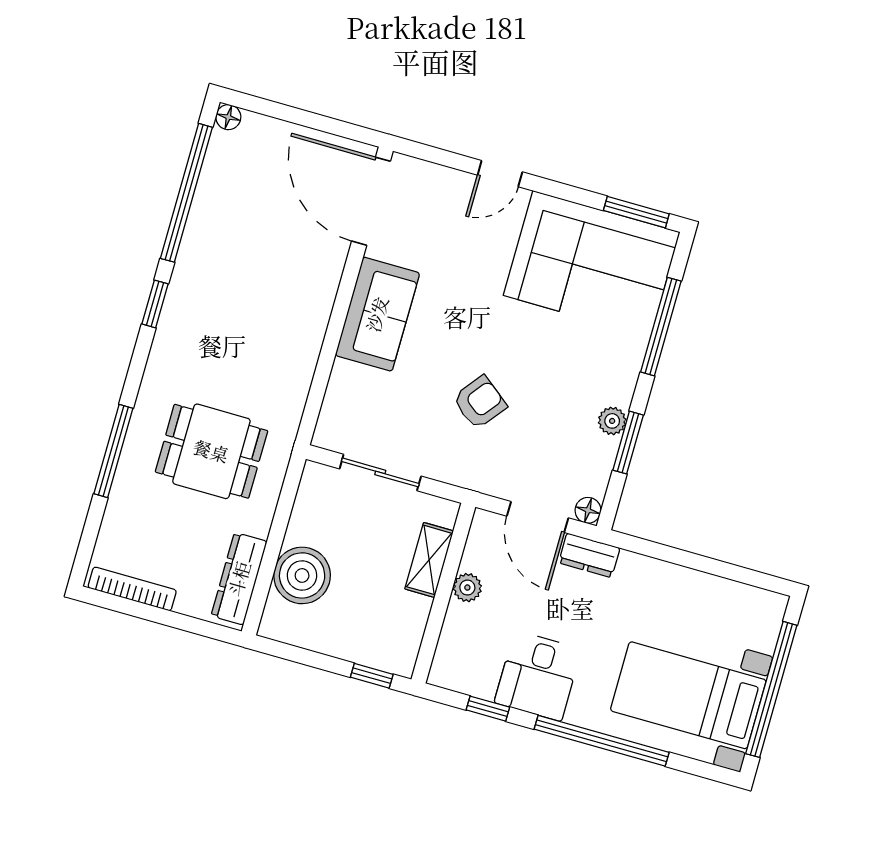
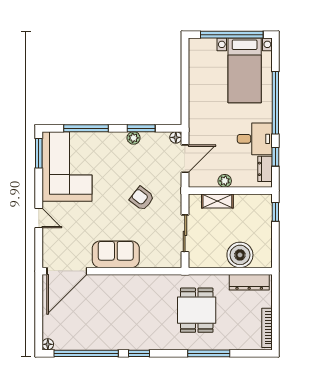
dresser: (589, 555) -> (265, 169), moved, turned 180

